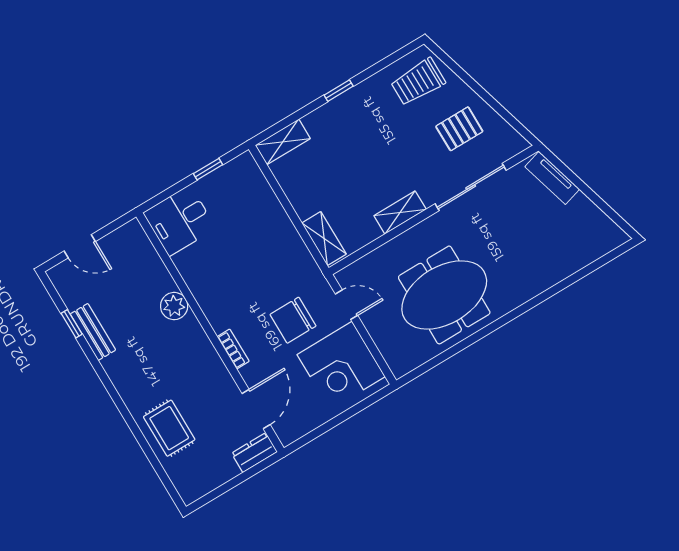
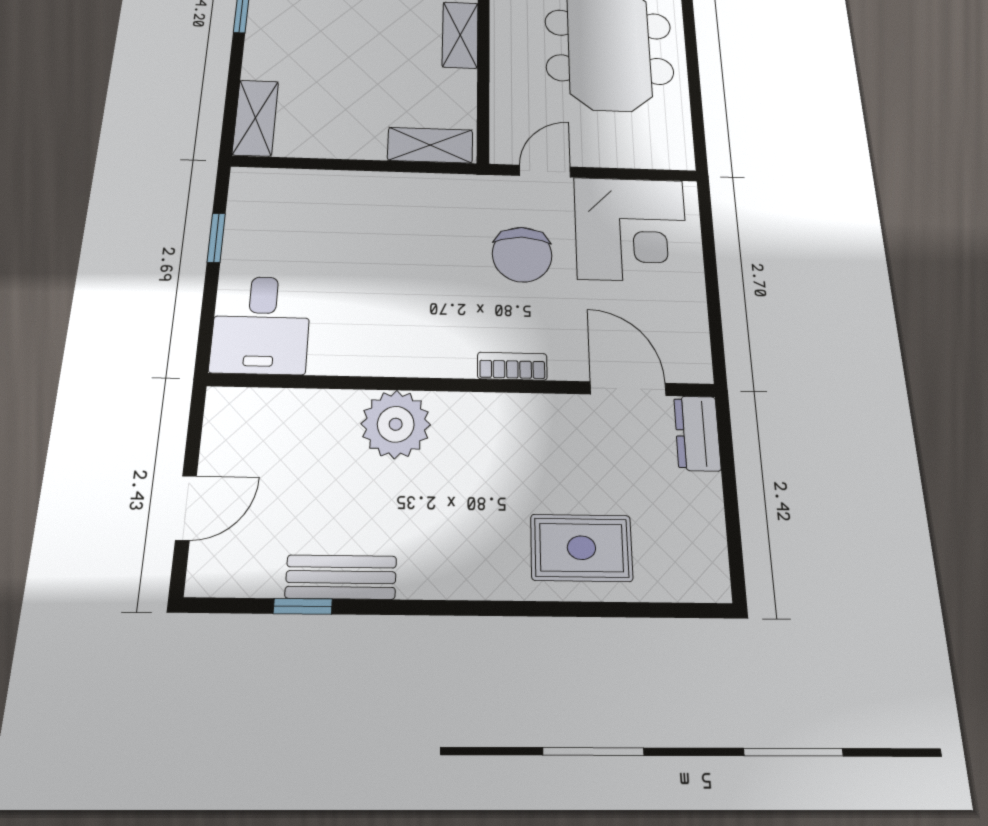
plant: (174, 306) -> (396, 424), width x1.36, depth x1.36

